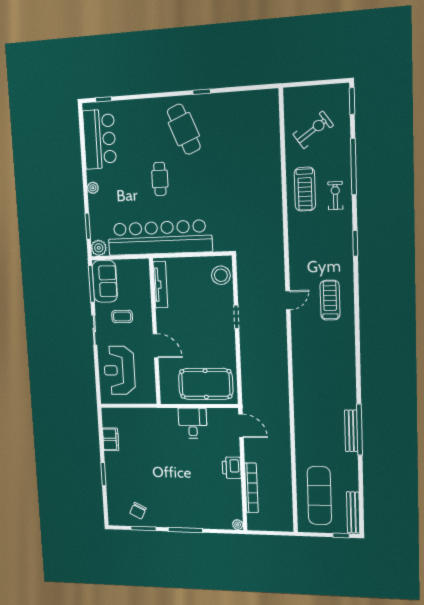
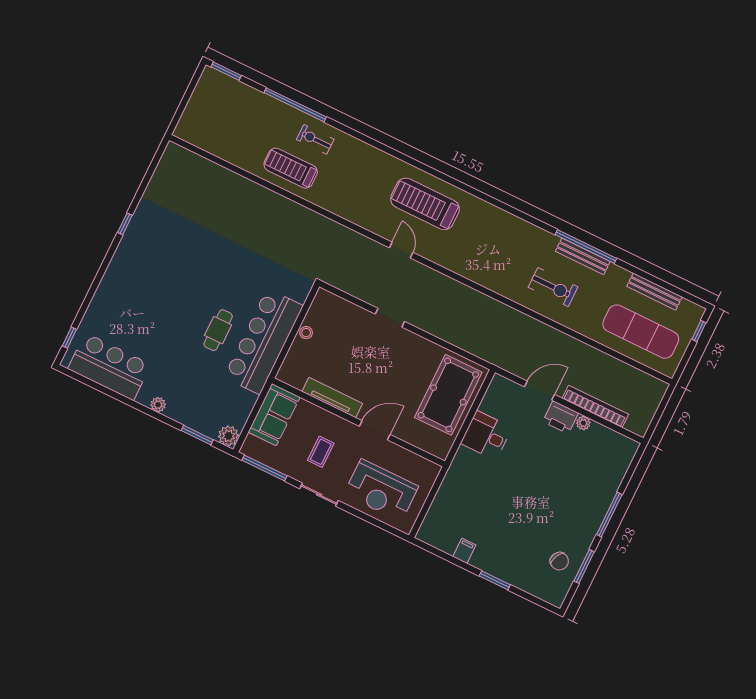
cafe table: (184, 129) -> (153, 265), removed
exercise bike: (313, 130) -> (553, 287), moved, turned 125
cafe table: (160, 179) -> (218, 330), moved, turned 90
treadmill: (305, 189) -> (291, 168), turned 180
bar counter: (160, 238) -> (264, 341), width x0.73
window: (355, 243) -> (377, 145), removed
stool: (221, 275) -> (306, 333), moved, width x0.53, depth x0.53
sofa: (105, 281) -> (274, 415), moved, turned 90
tv unit: (160, 285) -> (332, 397), moved
treadmill: (330, 300) -> (425, 204), width x1.37, depth x1.37
door: (241, 426) -> (539, 391), moved
filing cabinet: (111, 439) -> (464, 551), width x0.50
bench: (353, 512) -> (655, 292), moved
plant: (238, 525) -> (583, 423), moved

